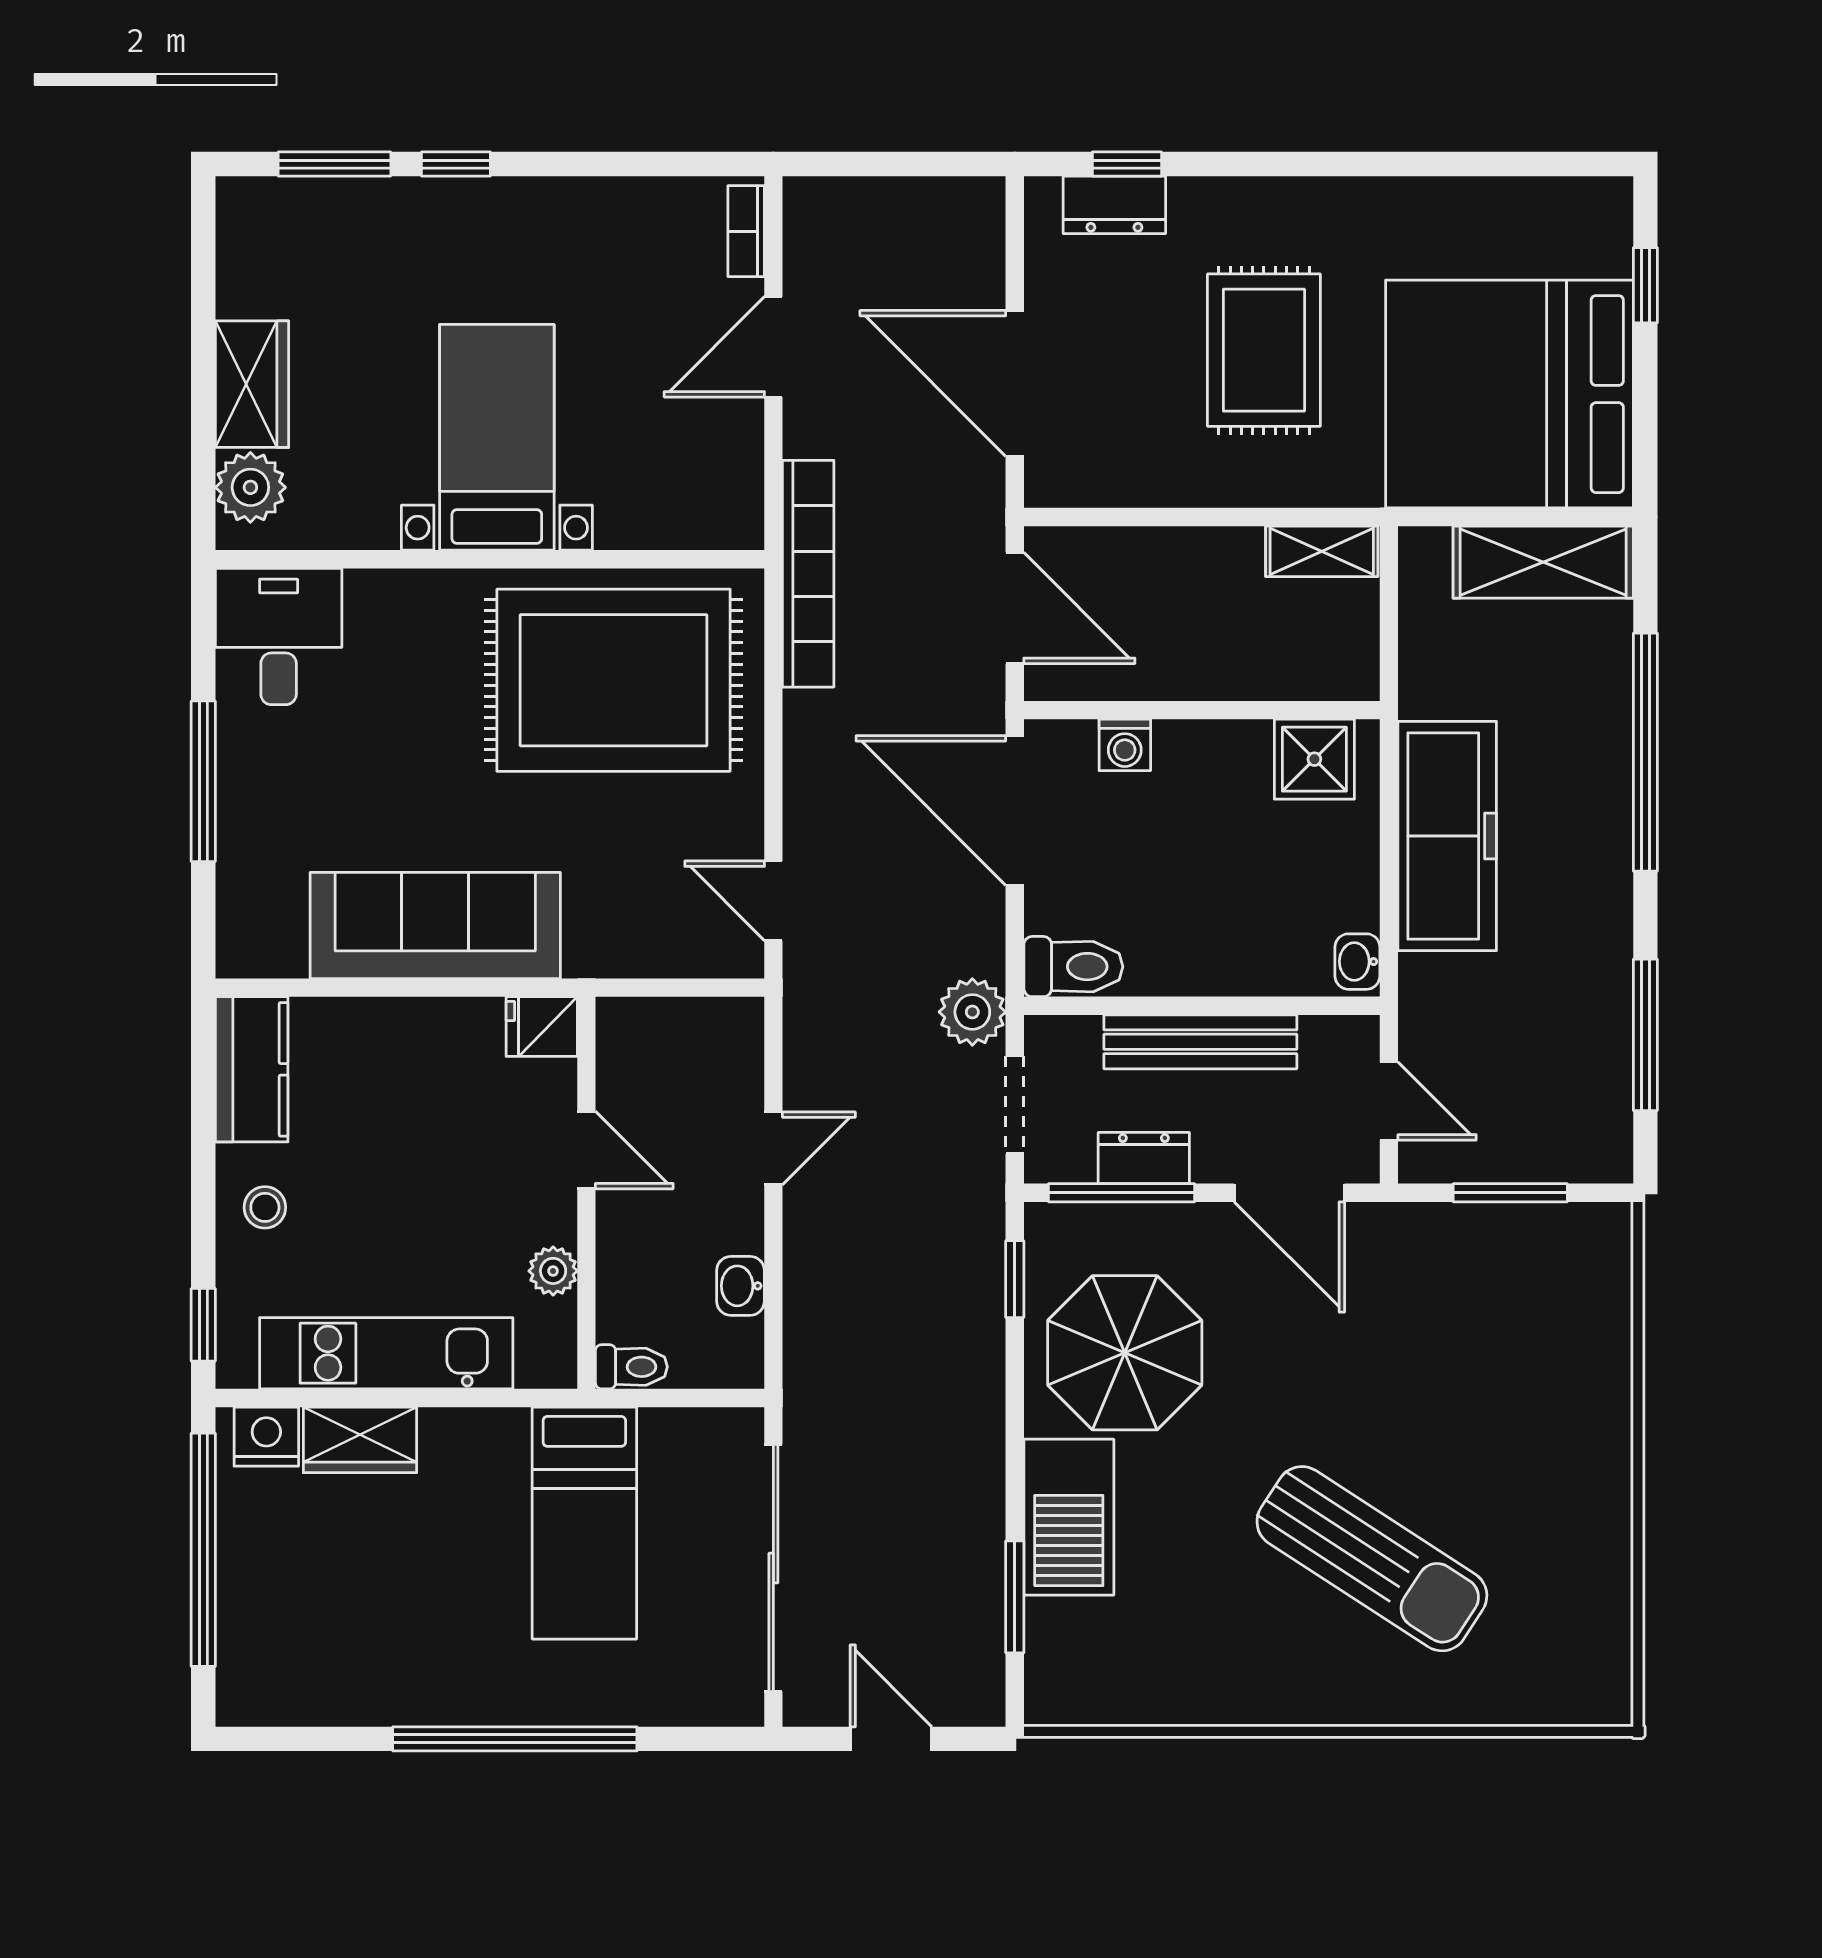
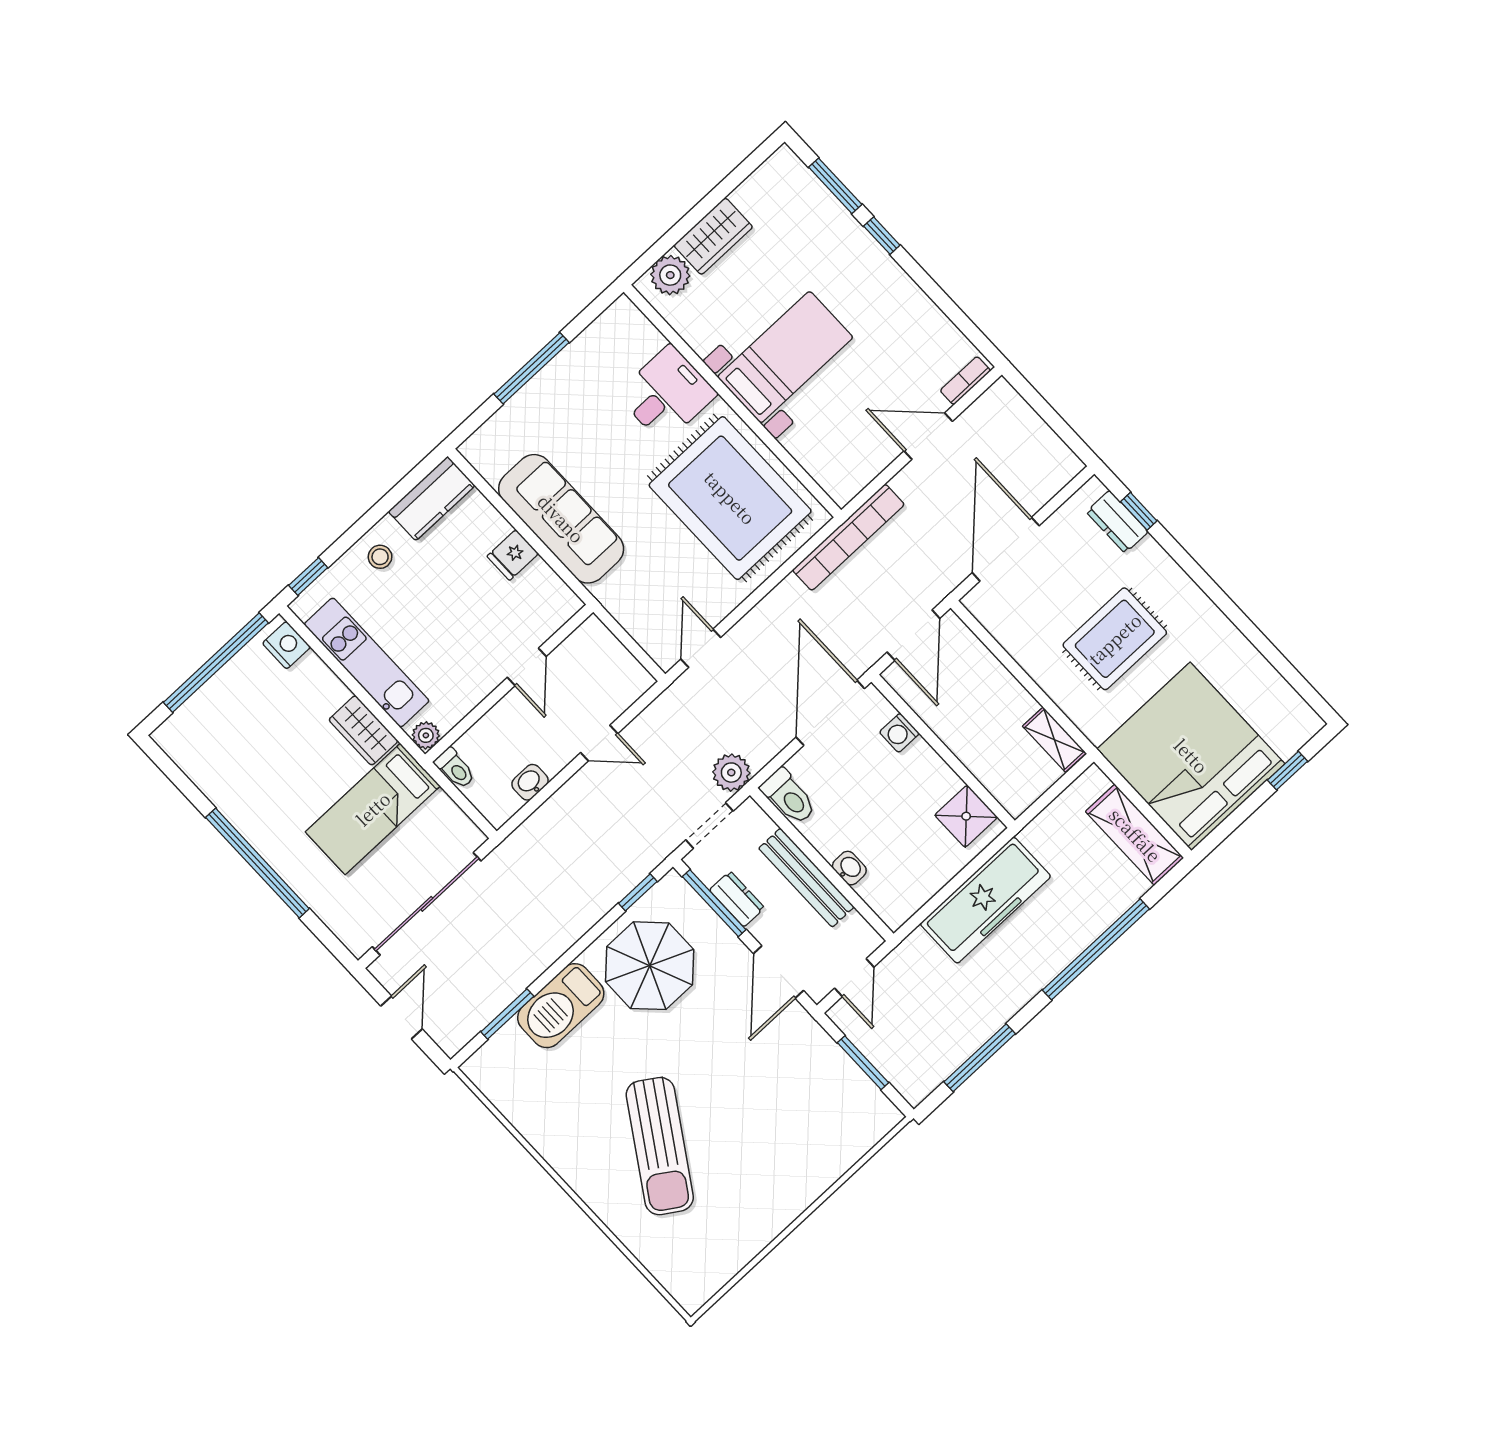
desk: (279, 637) -> (667, 394), moved
washbasin: (1357, 962) -> (849, 868), moved, turned 90
fridge: (542, 1027) -> (513, 555), moved, turned -90
plant: (553, 1271) -> (426, 735), moved
wardrobe: (360, 1440) -> (363, 730), moved

